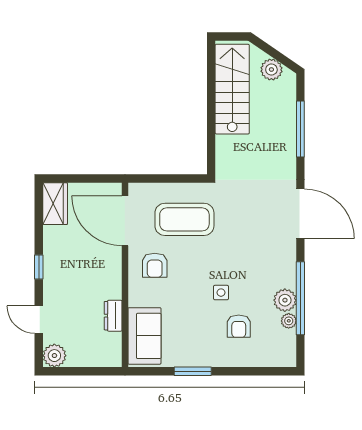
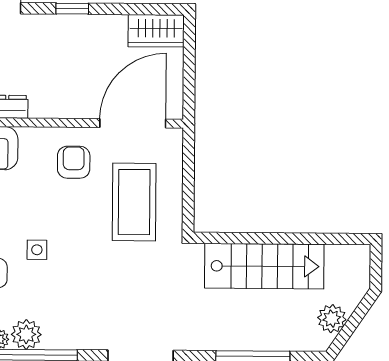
stairs: (232, 89) -> (264, 266), moved
armchair: (155, 265) -> (74, 162), turned 90

